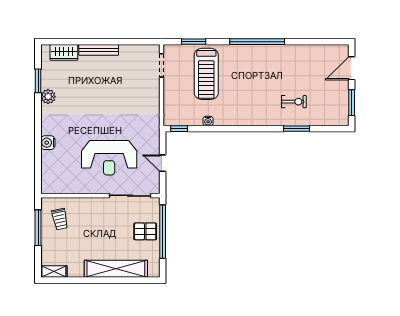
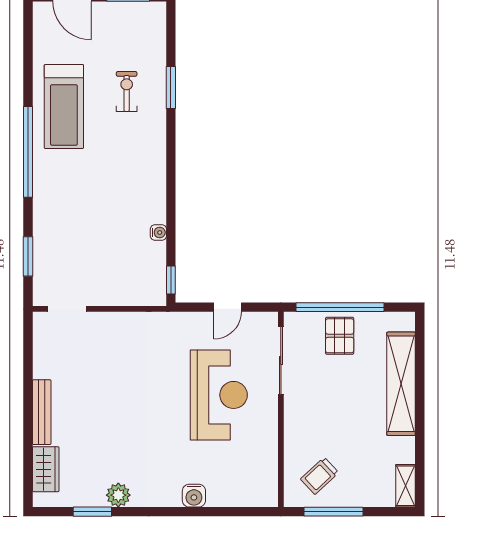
treadmill: (206, 74) -> (64, 107), moved, turned 90
trolley: (60, 219) -> (320, 476), turned 149

